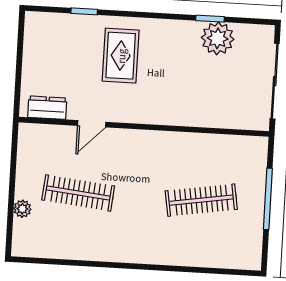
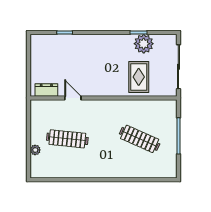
rug: (121, 56) -> (139, 77), moved
door: (92, 124) -> (73, 98), swing flipped
clothes rail: (201, 200) -> (140, 139), turned 33

